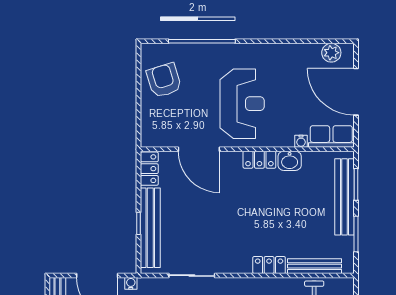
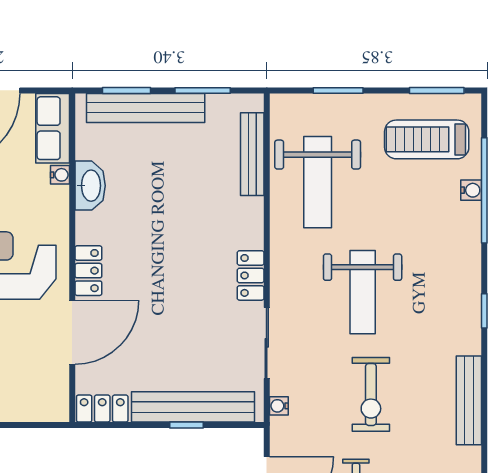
locker: (259, 160) -> (88, 271), moved
washbasin: (290, 161) -> (90, 186), width x1.38
locker: (269, 265) -> (251, 275), moved
water cooler: (131, 283) -> (279, 406), moved

